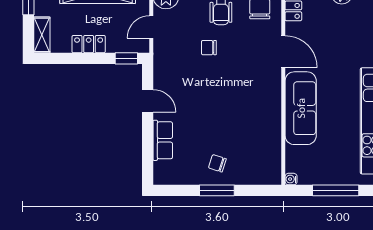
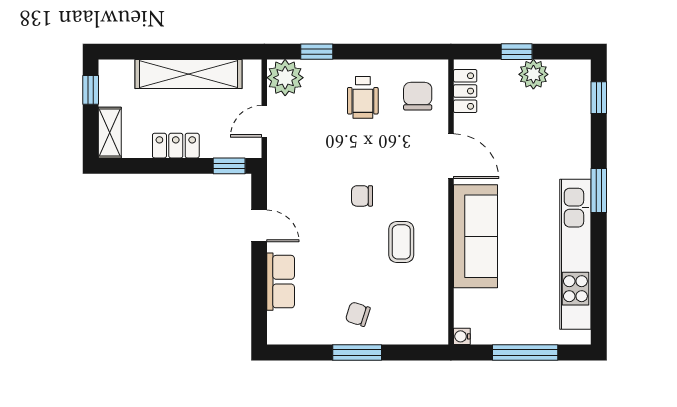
chair: (209, 48) -> (362, 196), moved
coffee table: (248, 112) -> (401, 242), added

